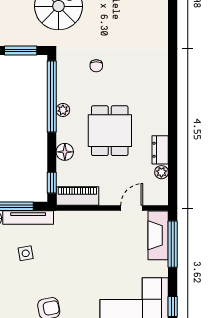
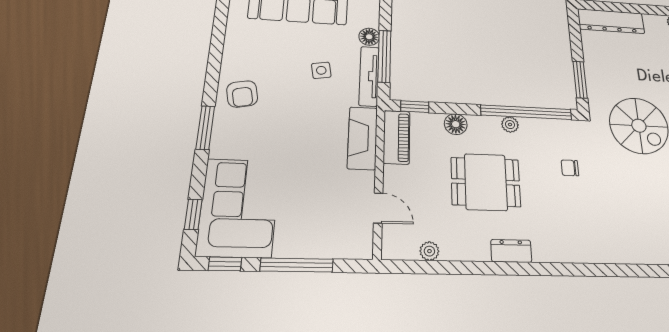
dresser: (160, 150) -> (511, 251), moved
fireplace: (158, 235) -> (362, 138), moved, turned -90
window: (173, 244) -> (297, 265), moved

